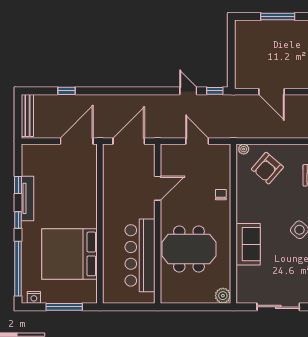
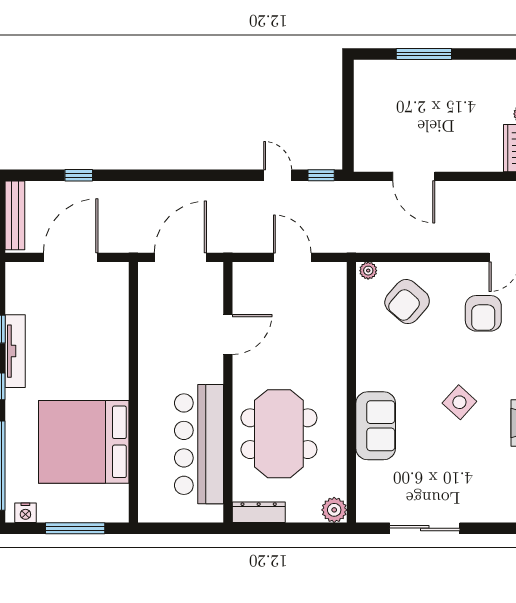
door: (77, 141) -> (71, 257), moved
chair: (221, 195) -> (331, 345), removed
meeting table: (189, 249) -> (279, 434), turned 90
dresser: (177, 297) -> (259, 512), added

